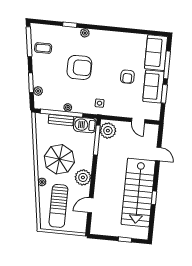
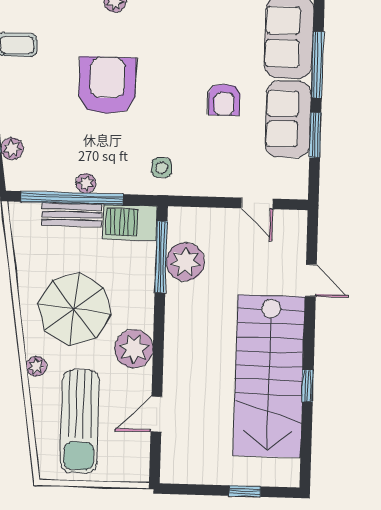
armchair: (79, 67) -> (107, 85), turned -90
plant: (108, 131) -> (185, 262), moved

